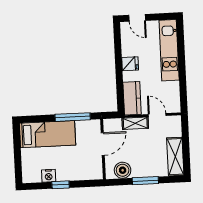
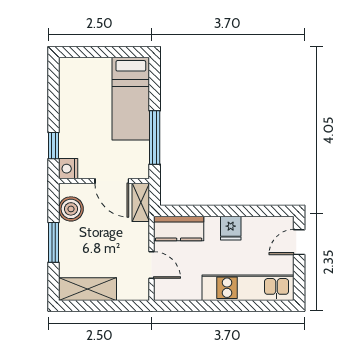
door: (157, 115) -> (152, 265), hinge flipped
shelving: (135, 123) -> (141, 202), moved
nightstand: (49, 176) -> (68, 169), moved
window: (61, 185) -> (54, 146), moved

